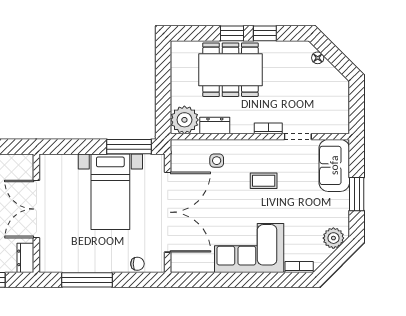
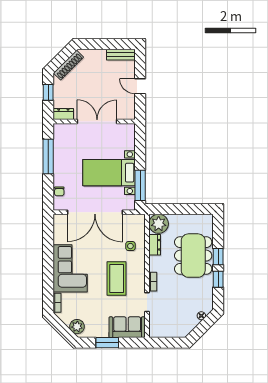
coffee table: (264, 181) -> (117, 278), width x1.86, depth x1.72

